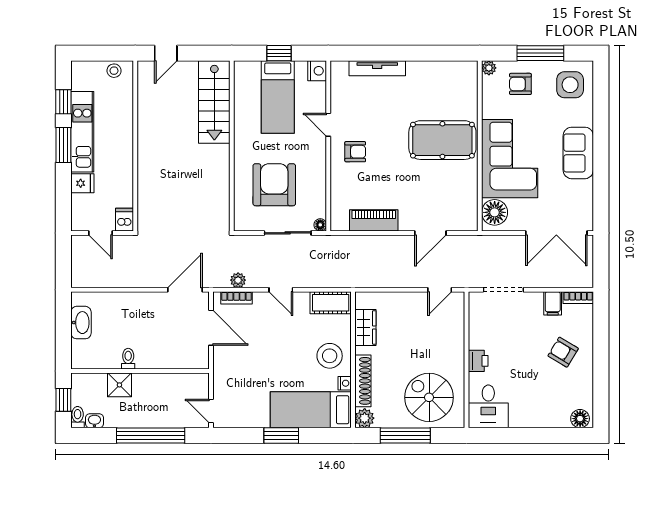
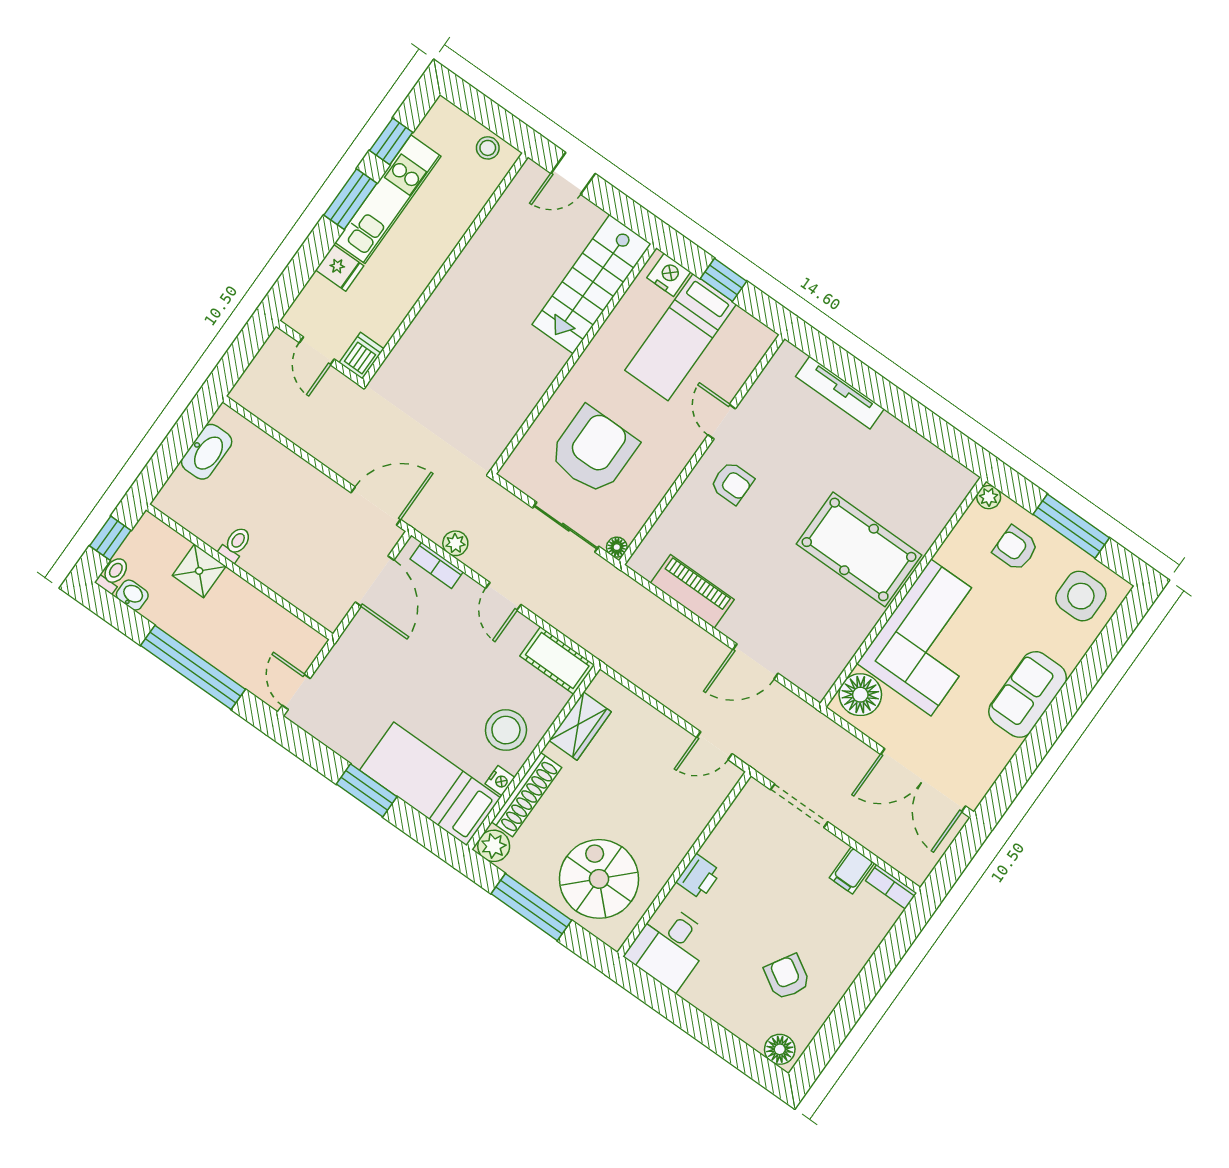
nightstand: (317, 71) -> (669, 275), moved, turned -90
armchair: (563, 352) -> (787, 977), moved

